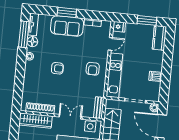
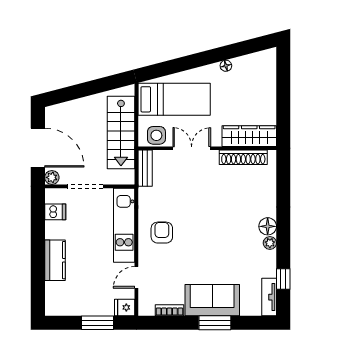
window: (147, 20) -> (98, 323), moved
window: (24, 34) -> (283, 279), width x0.46
kitchen counter: (159, 38) -> (55, 260), moved
floor lamp: (32, 42) -> (268, 226), moved
armchair: (57, 68) -> (221, 227), removed
dishwasher: (155, 76) -> (55, 212), moved
double door: (70, 117) -> (192, 148), swing flipped

